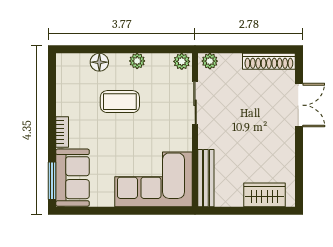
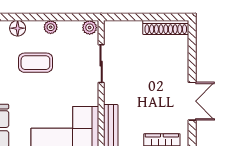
plant: (210, 61) -> (114, 27), removed
double door: (299, 105) -> (192, 101), moved

